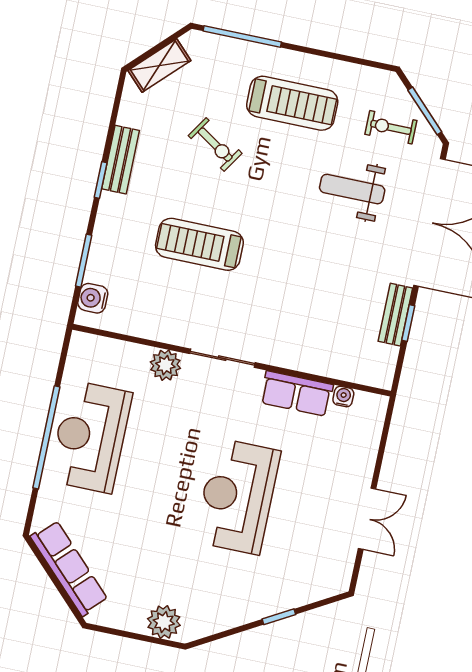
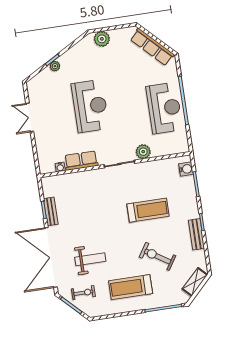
exercise bike: (215, 145) -> (158, 256), width x1.38, depth x1.39
plant: (278, 603) -> (55, 66), added

